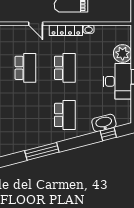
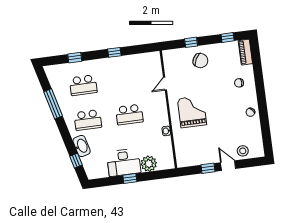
locker: (66, 30) -> (163, 111), removed
school desk: (25, 68) -> (83, 85), moved
washbasin: (104, 123) -> (82, 146), moved

